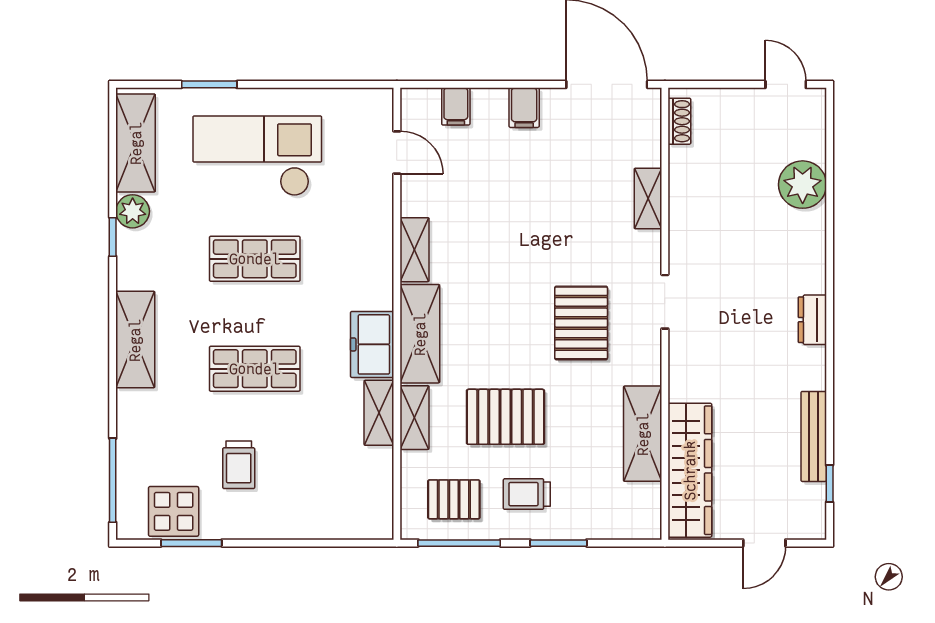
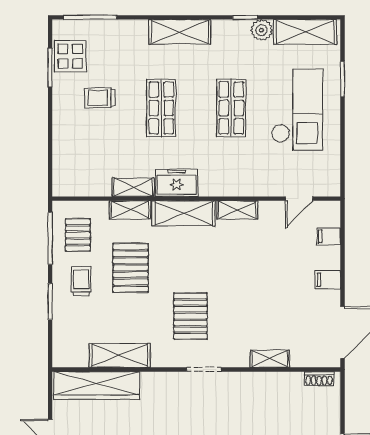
pallet: (581, 323) -> (190, 316), turned 90

